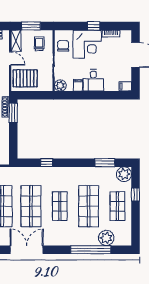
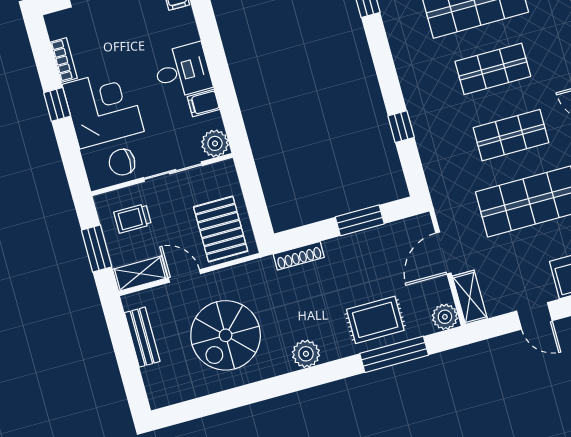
door: (10, 58) -> (184, 276), hinge flipped
window: (13, 113) -> (360, 220), moved
shop shelf: (31, 206) -> (511, 135), width x0.70, depth x0.74

